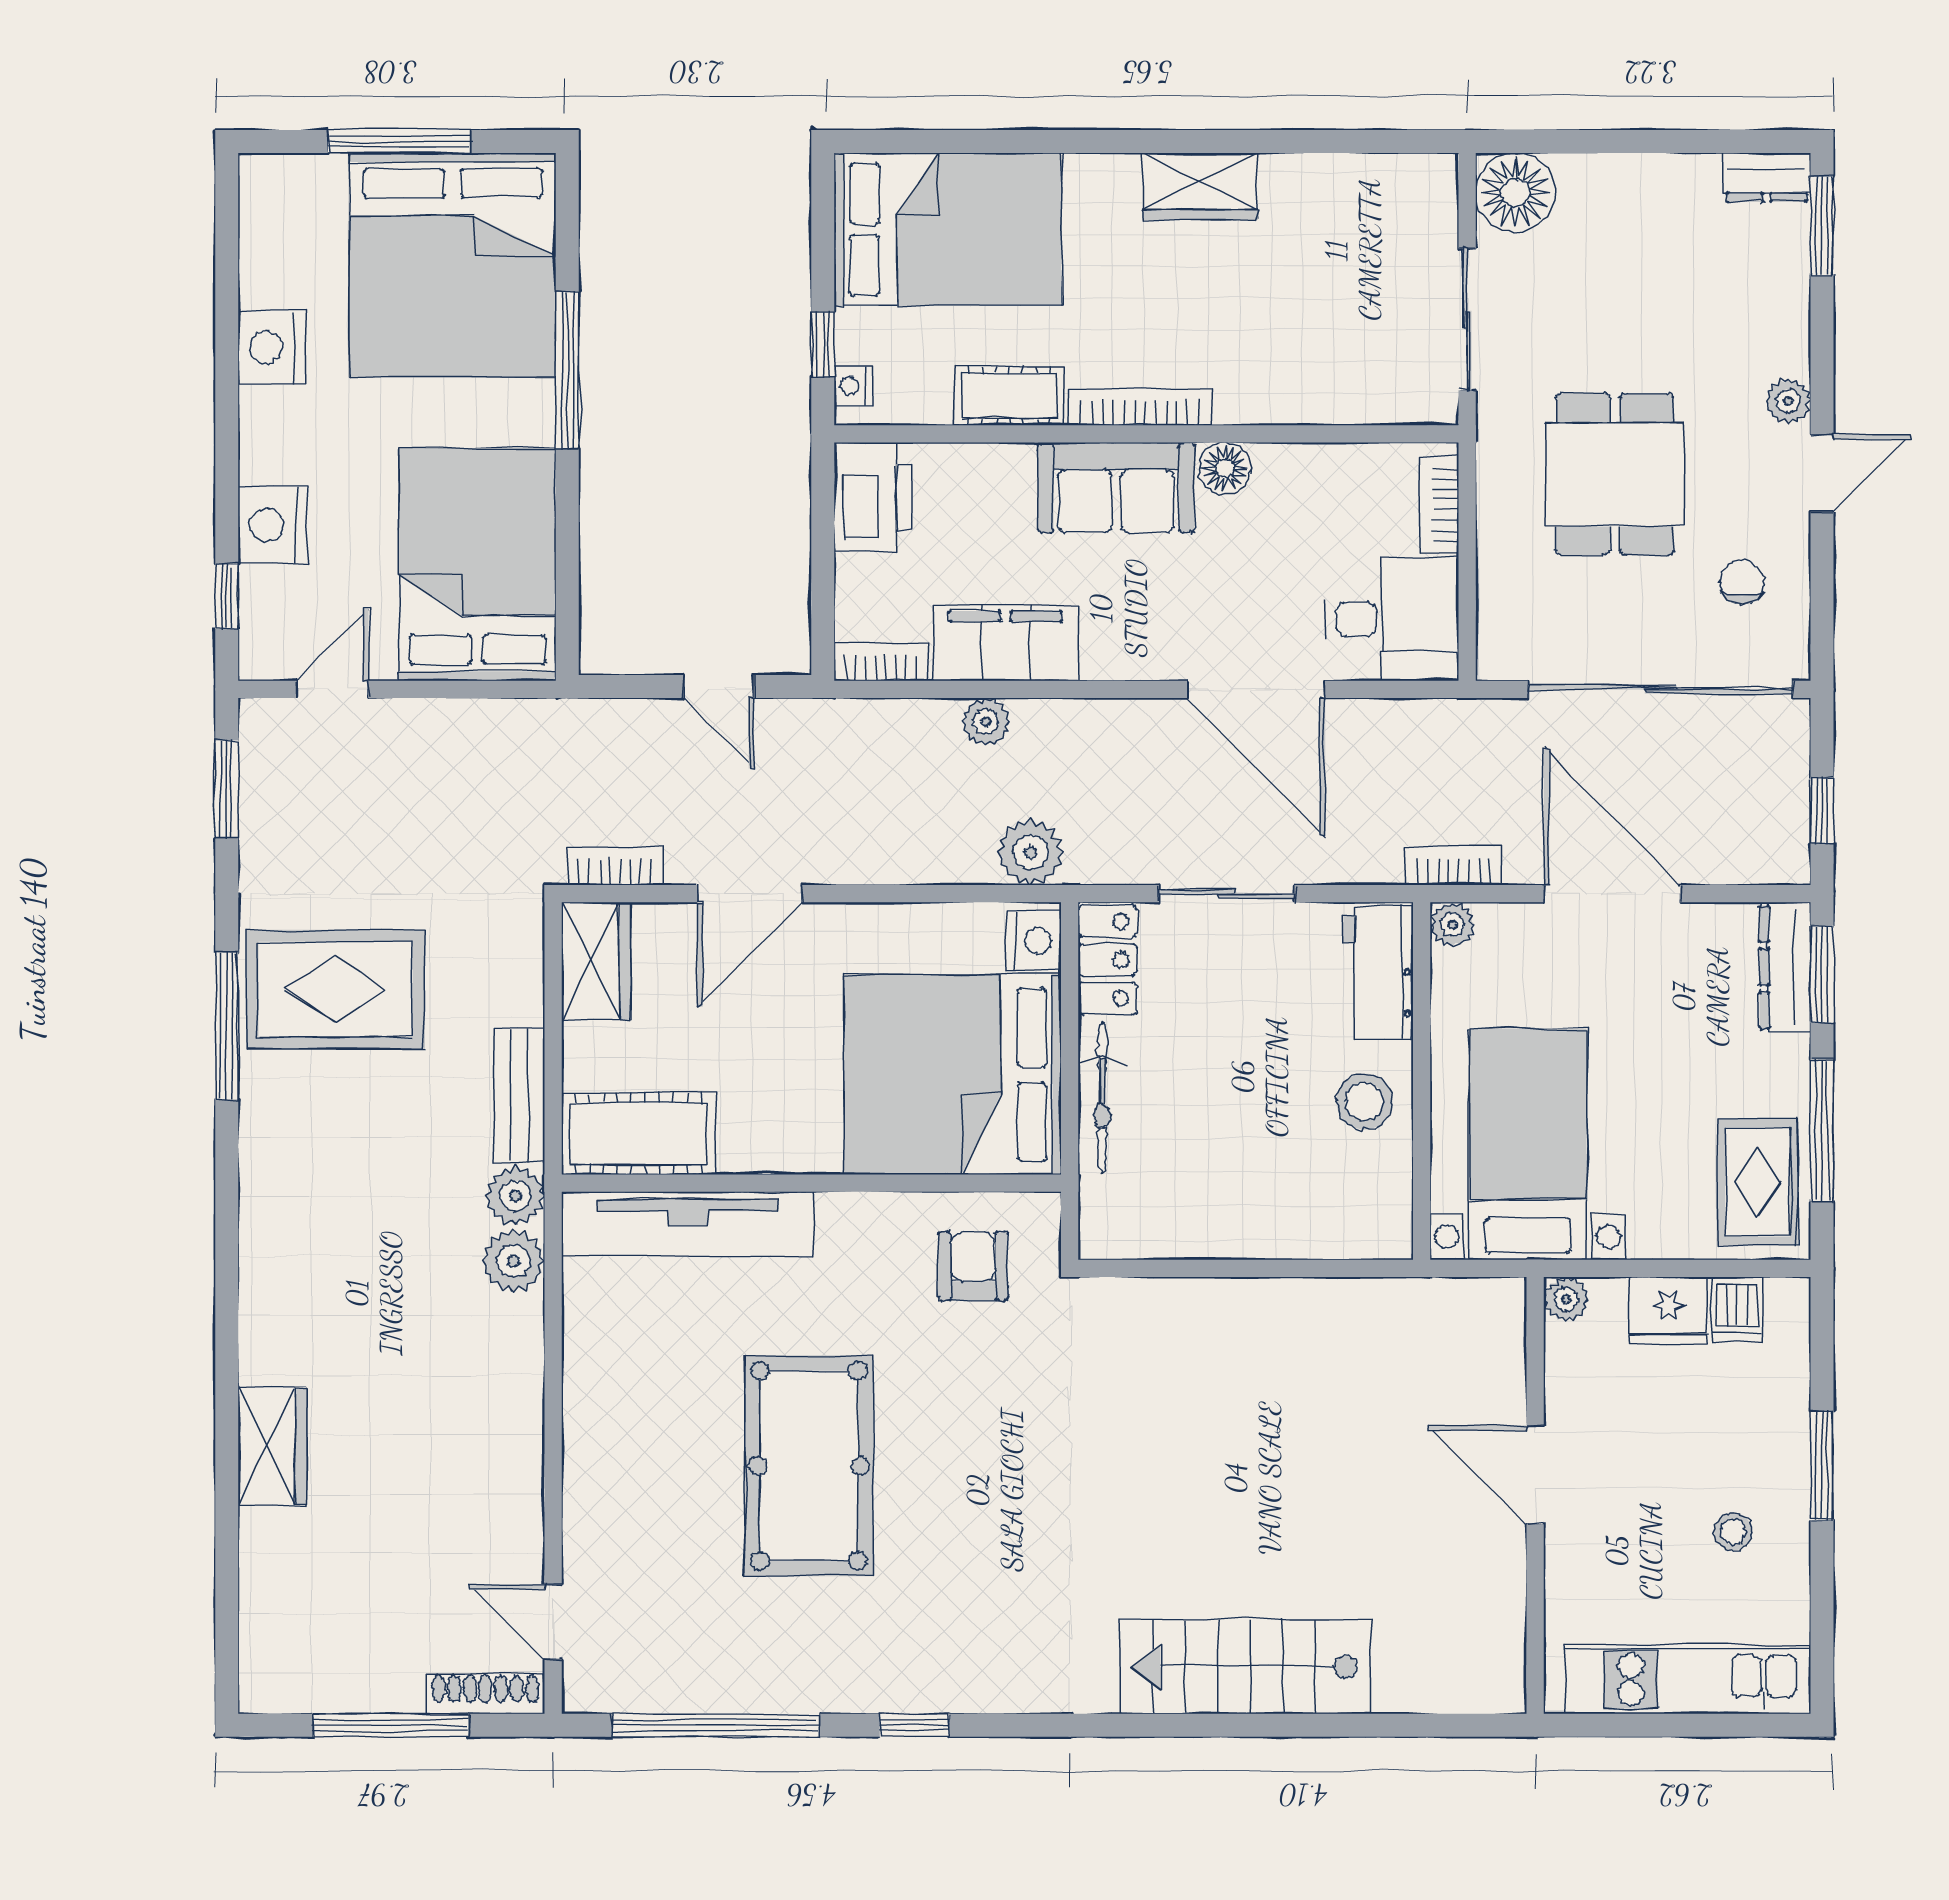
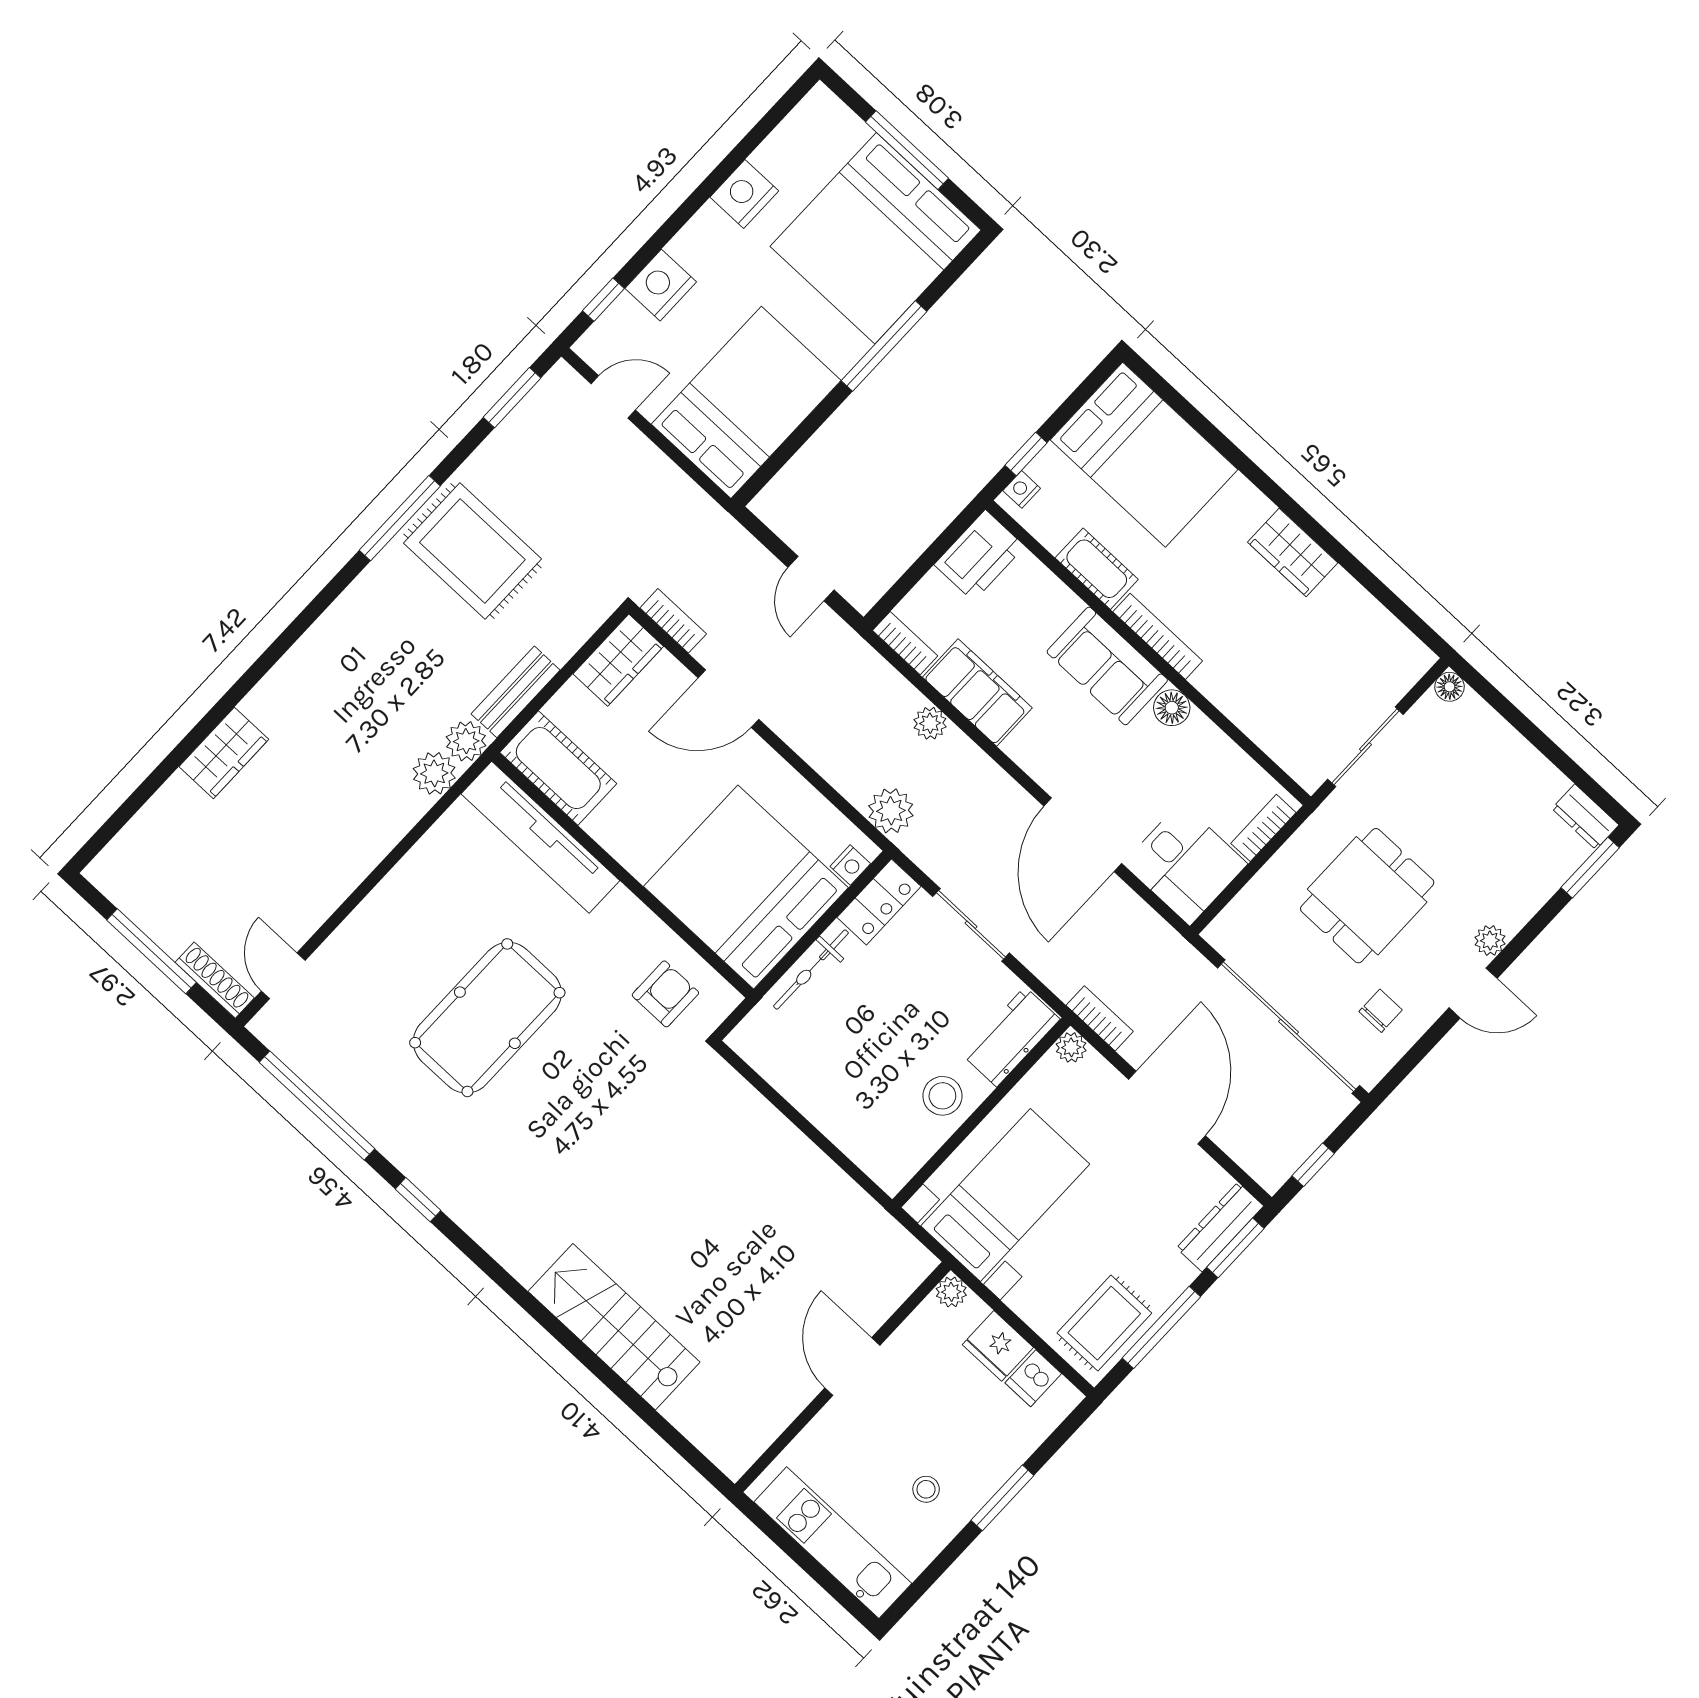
floor lamp: (1515, 192) -> (1450, 687), width x0.53, depth x0.53
nightstand: (1034, 941) -> (850, 865), width x0.72, depth x0.74

